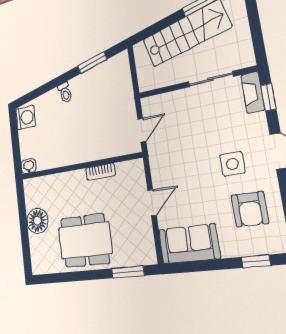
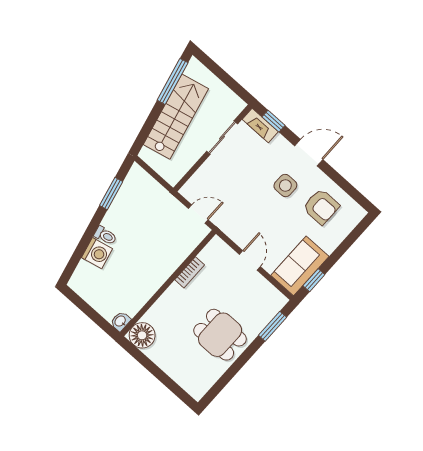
washing machine: (26, 117) -> (97, 253), moved, turned 77
door: (142, 130) -> (198, 214), hinge flipped
floor lamp: (37, 221) -> (142, 335), moved
dining table: (85, 240) -> (220, 335), width x0.73
window: (256, 261) -> (314, 280), moved

